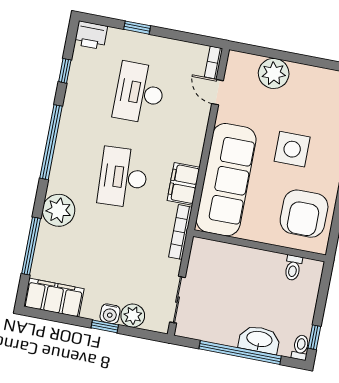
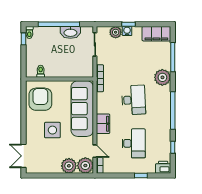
plant: (241, 68) -> (85, 165), added
filing cabinet: (183, 184) -> (103, 124), moved
washbasin: (259, 340) -> (70, 32), moved

